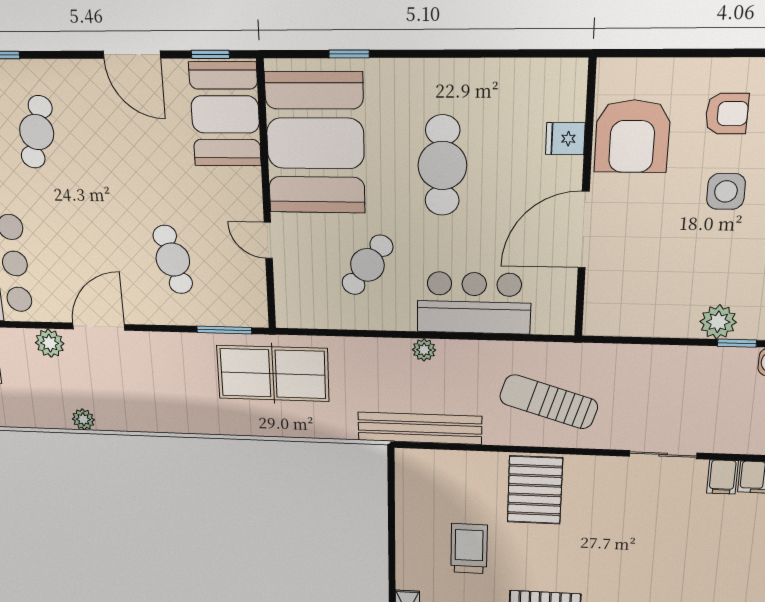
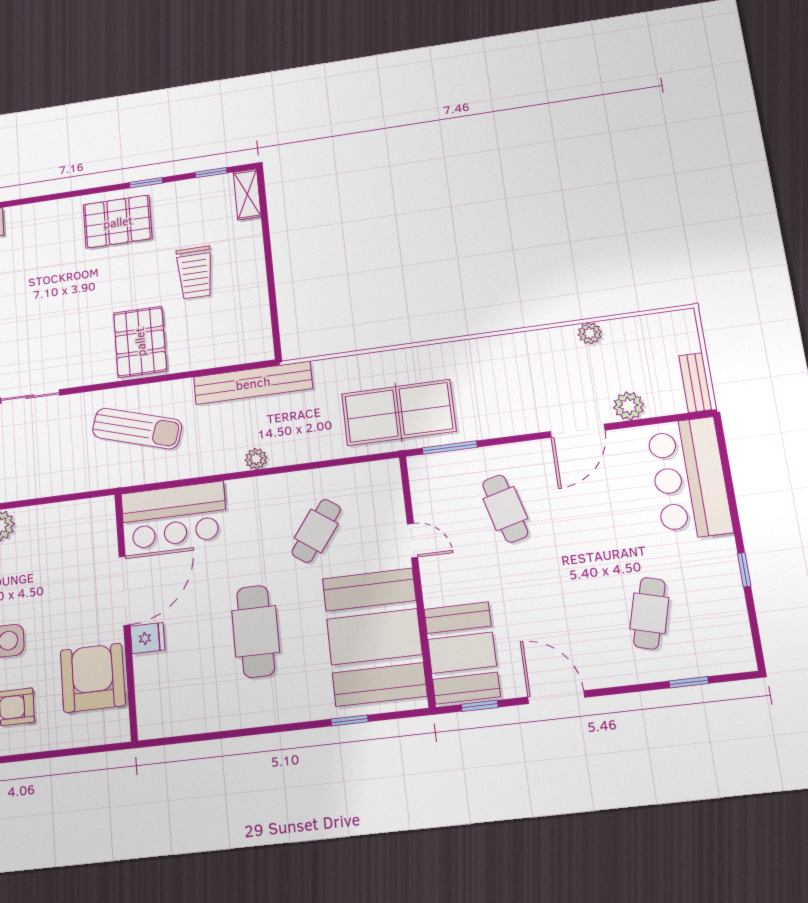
fridge: (565, 139) -> (147, 638), moved
bar counter: (474, 303) -> (174, 515), moved

